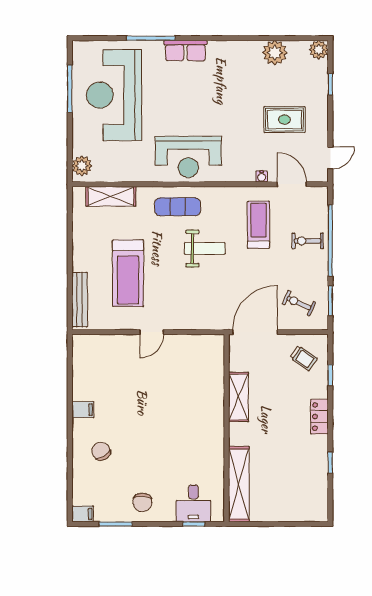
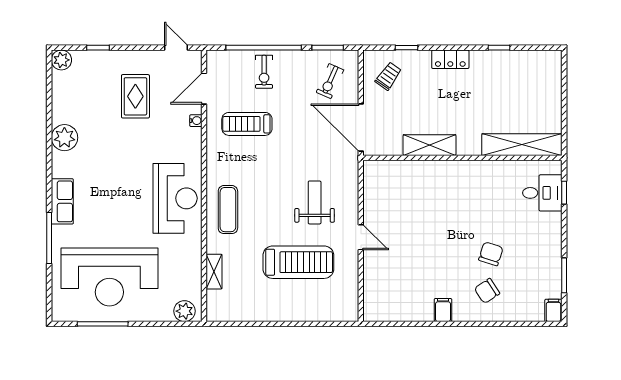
plant: (275, 53) -> (64, 138), moved
shelving: (111, 196) -> (214, 272), width x0.67, depth x0.75
weight bench: (205, 248) -> (315, 202), moved
bench: (80, 300) -> (326, 314), removed
chair: (142, 502) -> (491, 254), moved, turned -73

